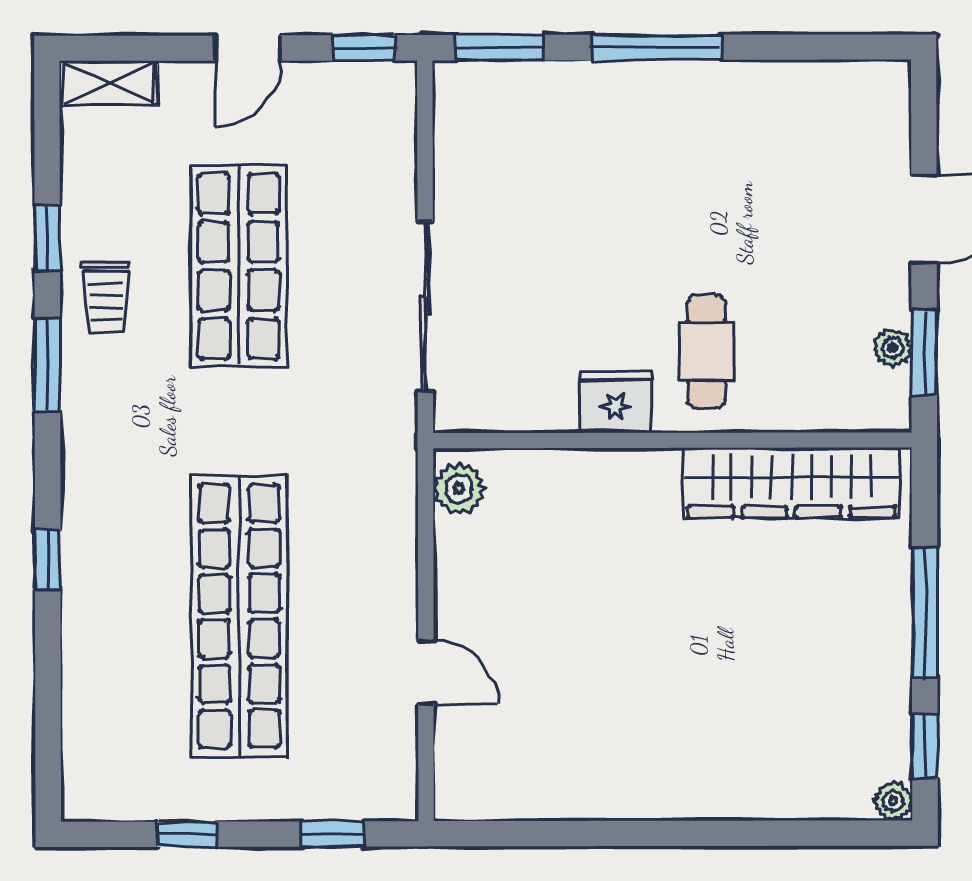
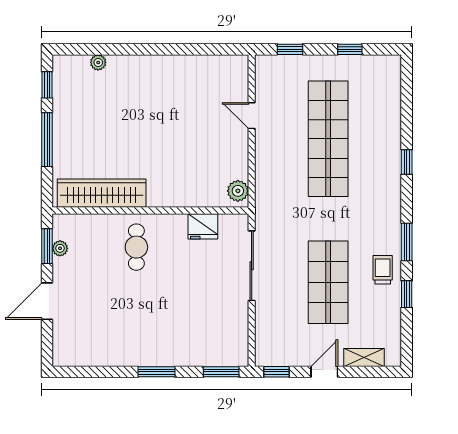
window: (657, 47) -> (157, 372), width x0.69
shelving: (109, 83) -> (364, 358), moved
fridge: (615, 402) -> (203, 226), moved
plant: (893, 801) -> (98, 62), moved

